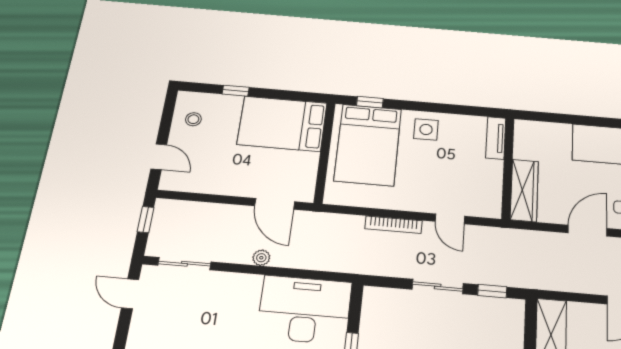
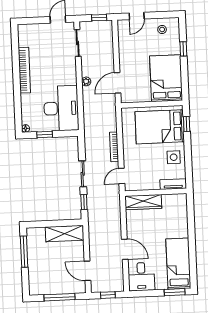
tv unit: (496, 138) -> (173, 184), moved
wall: (508, 168) -> (156, 192), moved
wardrobe: (524, 190) -> (143, 202), moved

